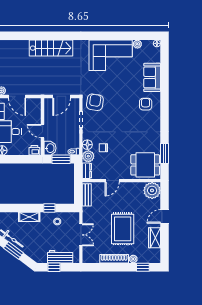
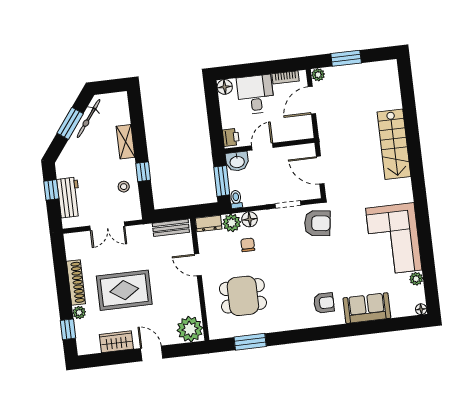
dining table: (145, 165) -> (243, 296), moved, turned 90

